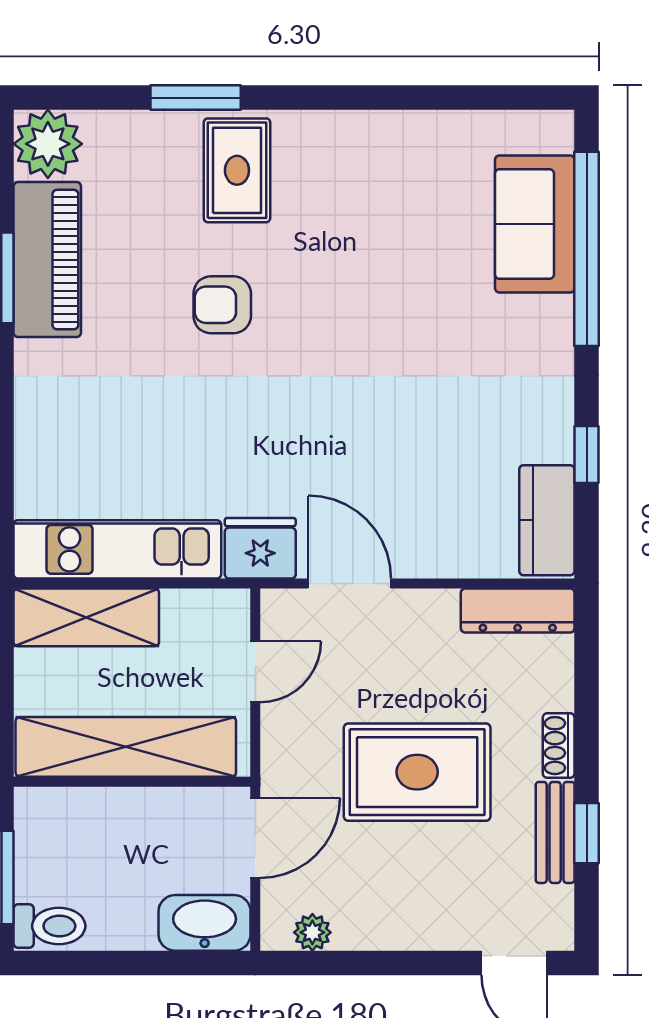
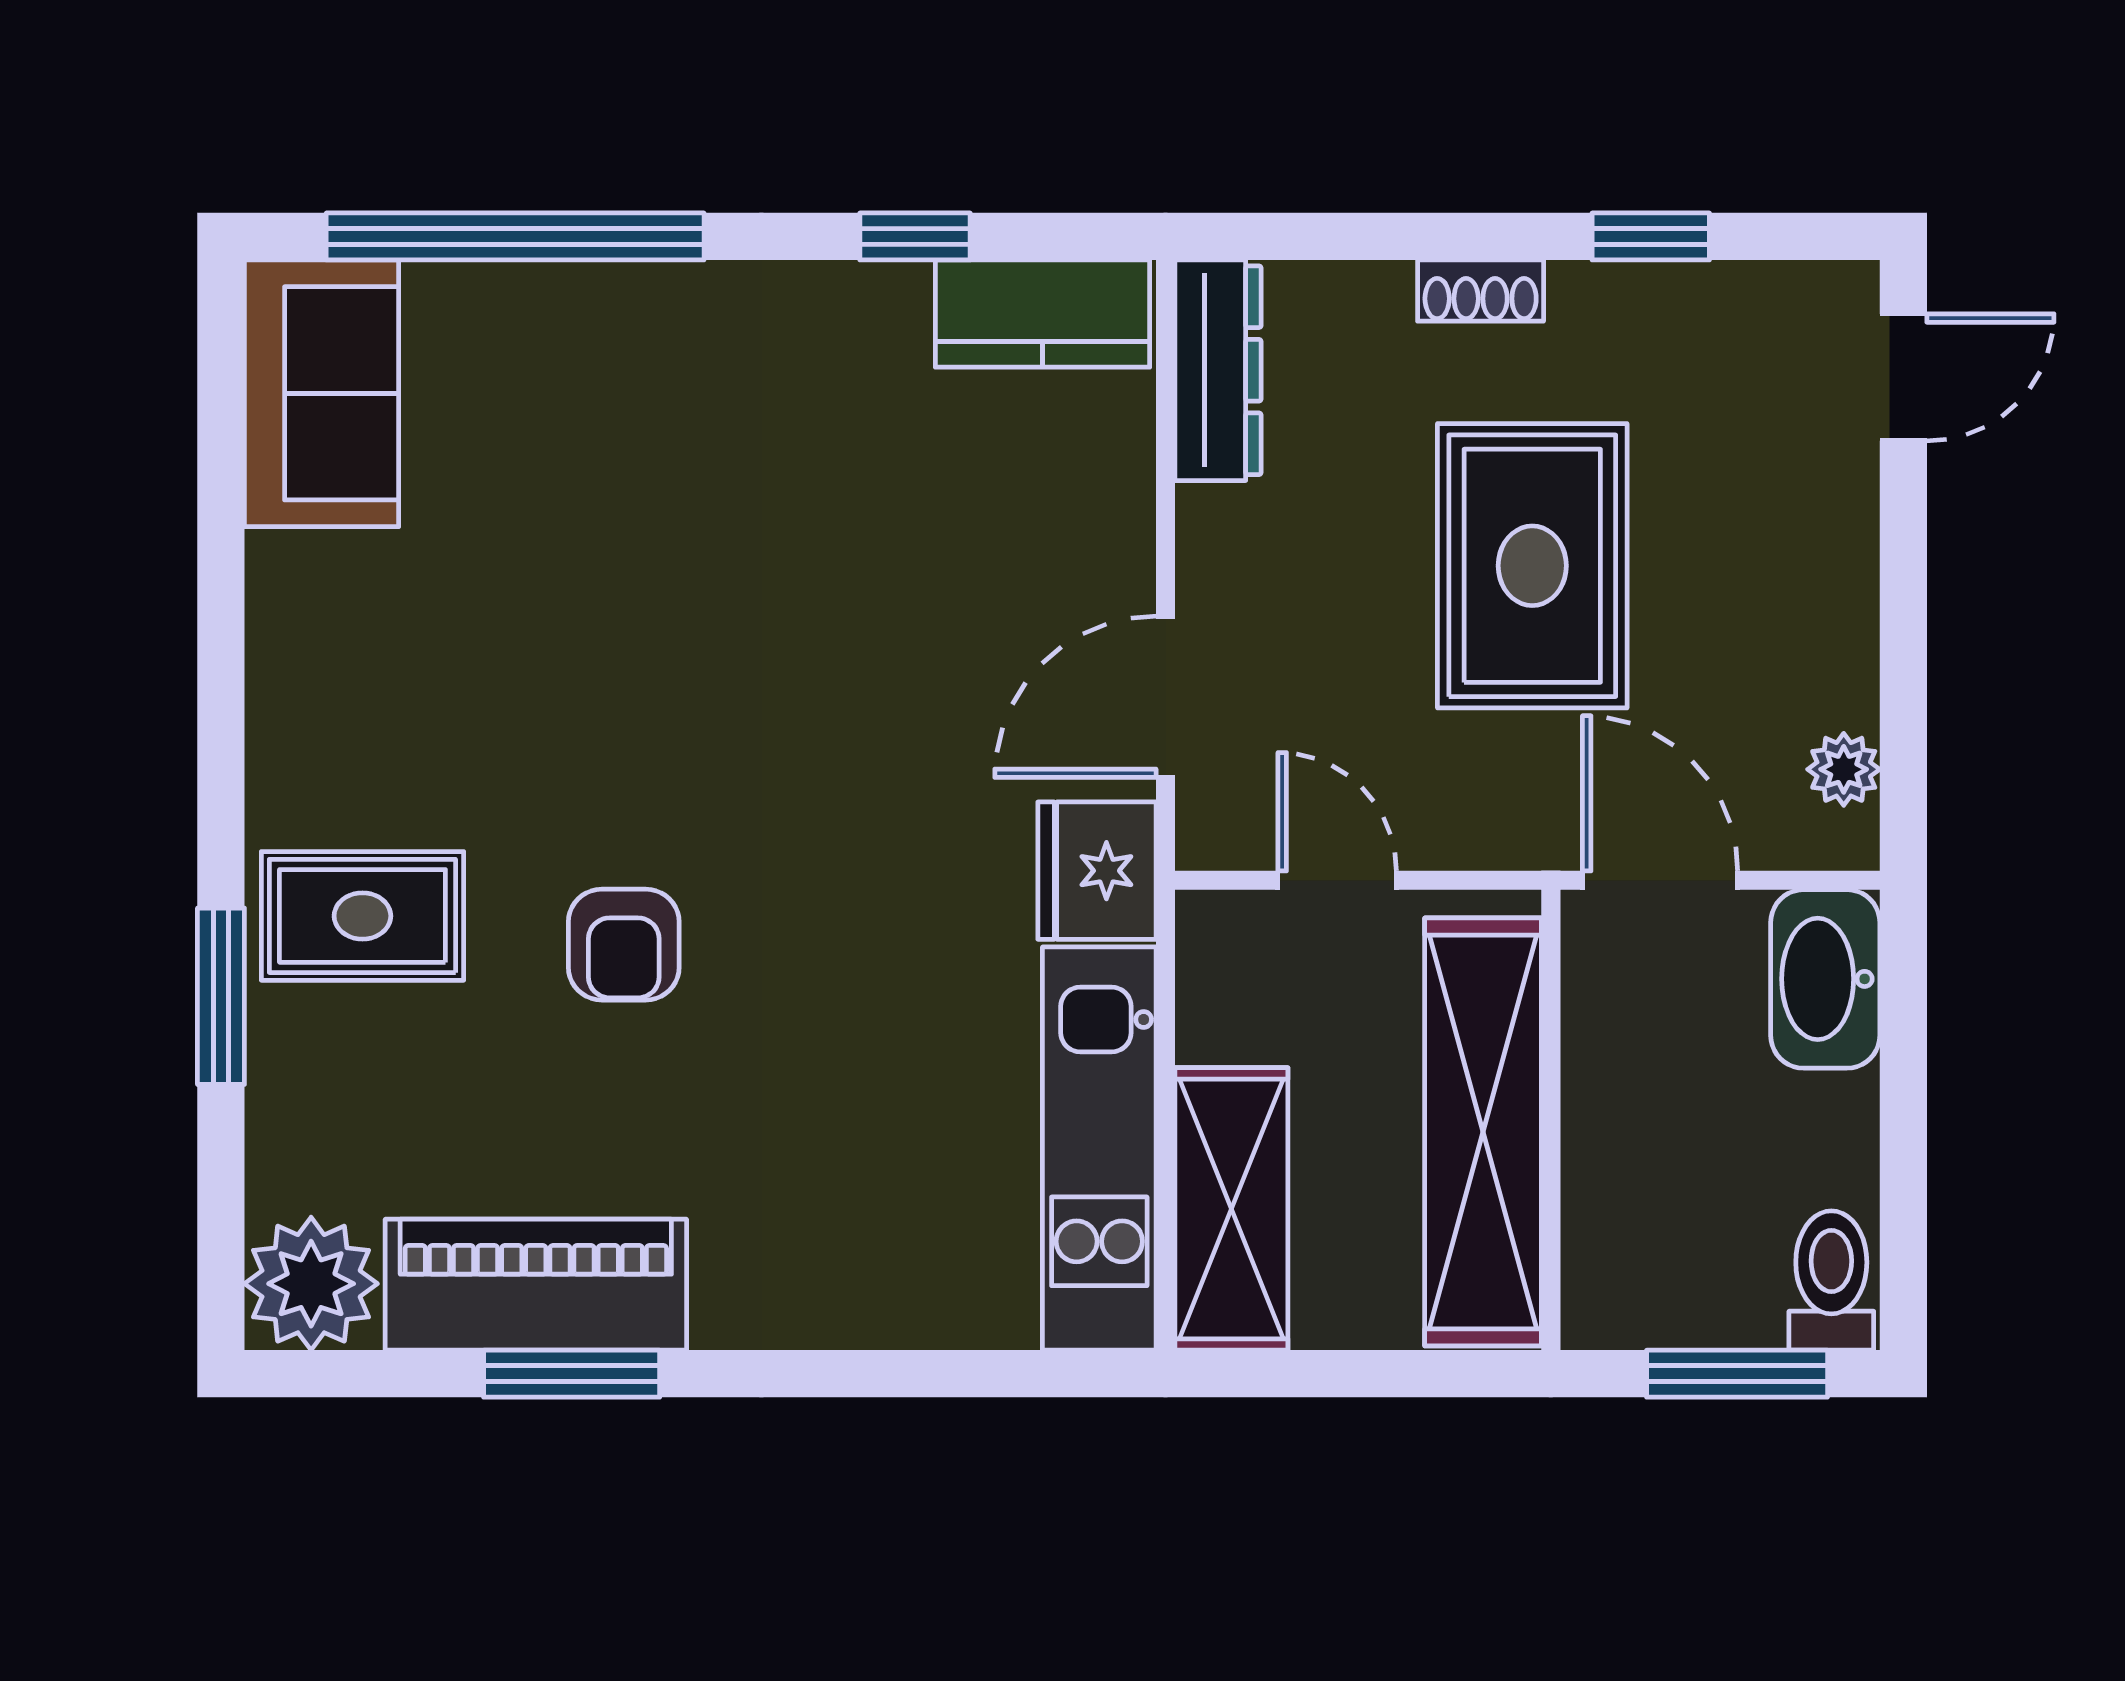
sofa: (535, 224) -> (322, 393), moved, turned -90
bench: (555, 832) -> (1649, 298), removed

